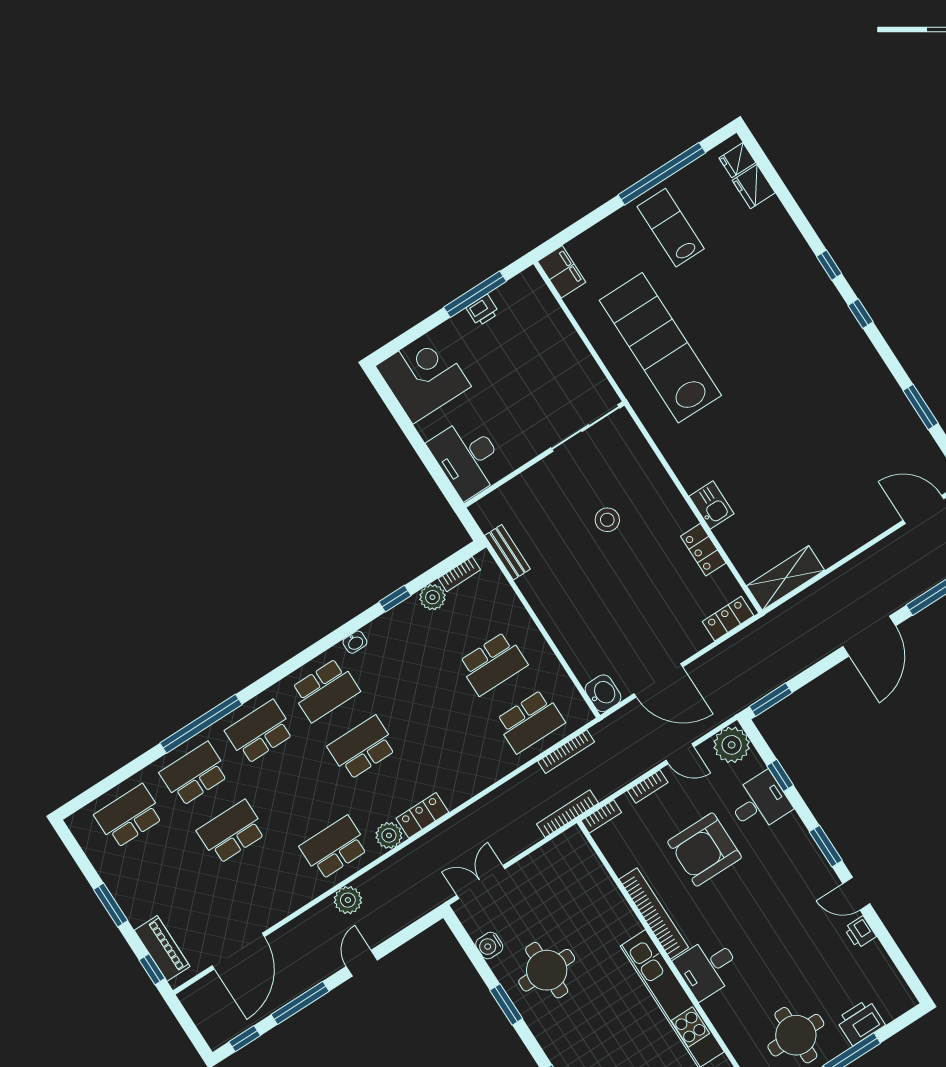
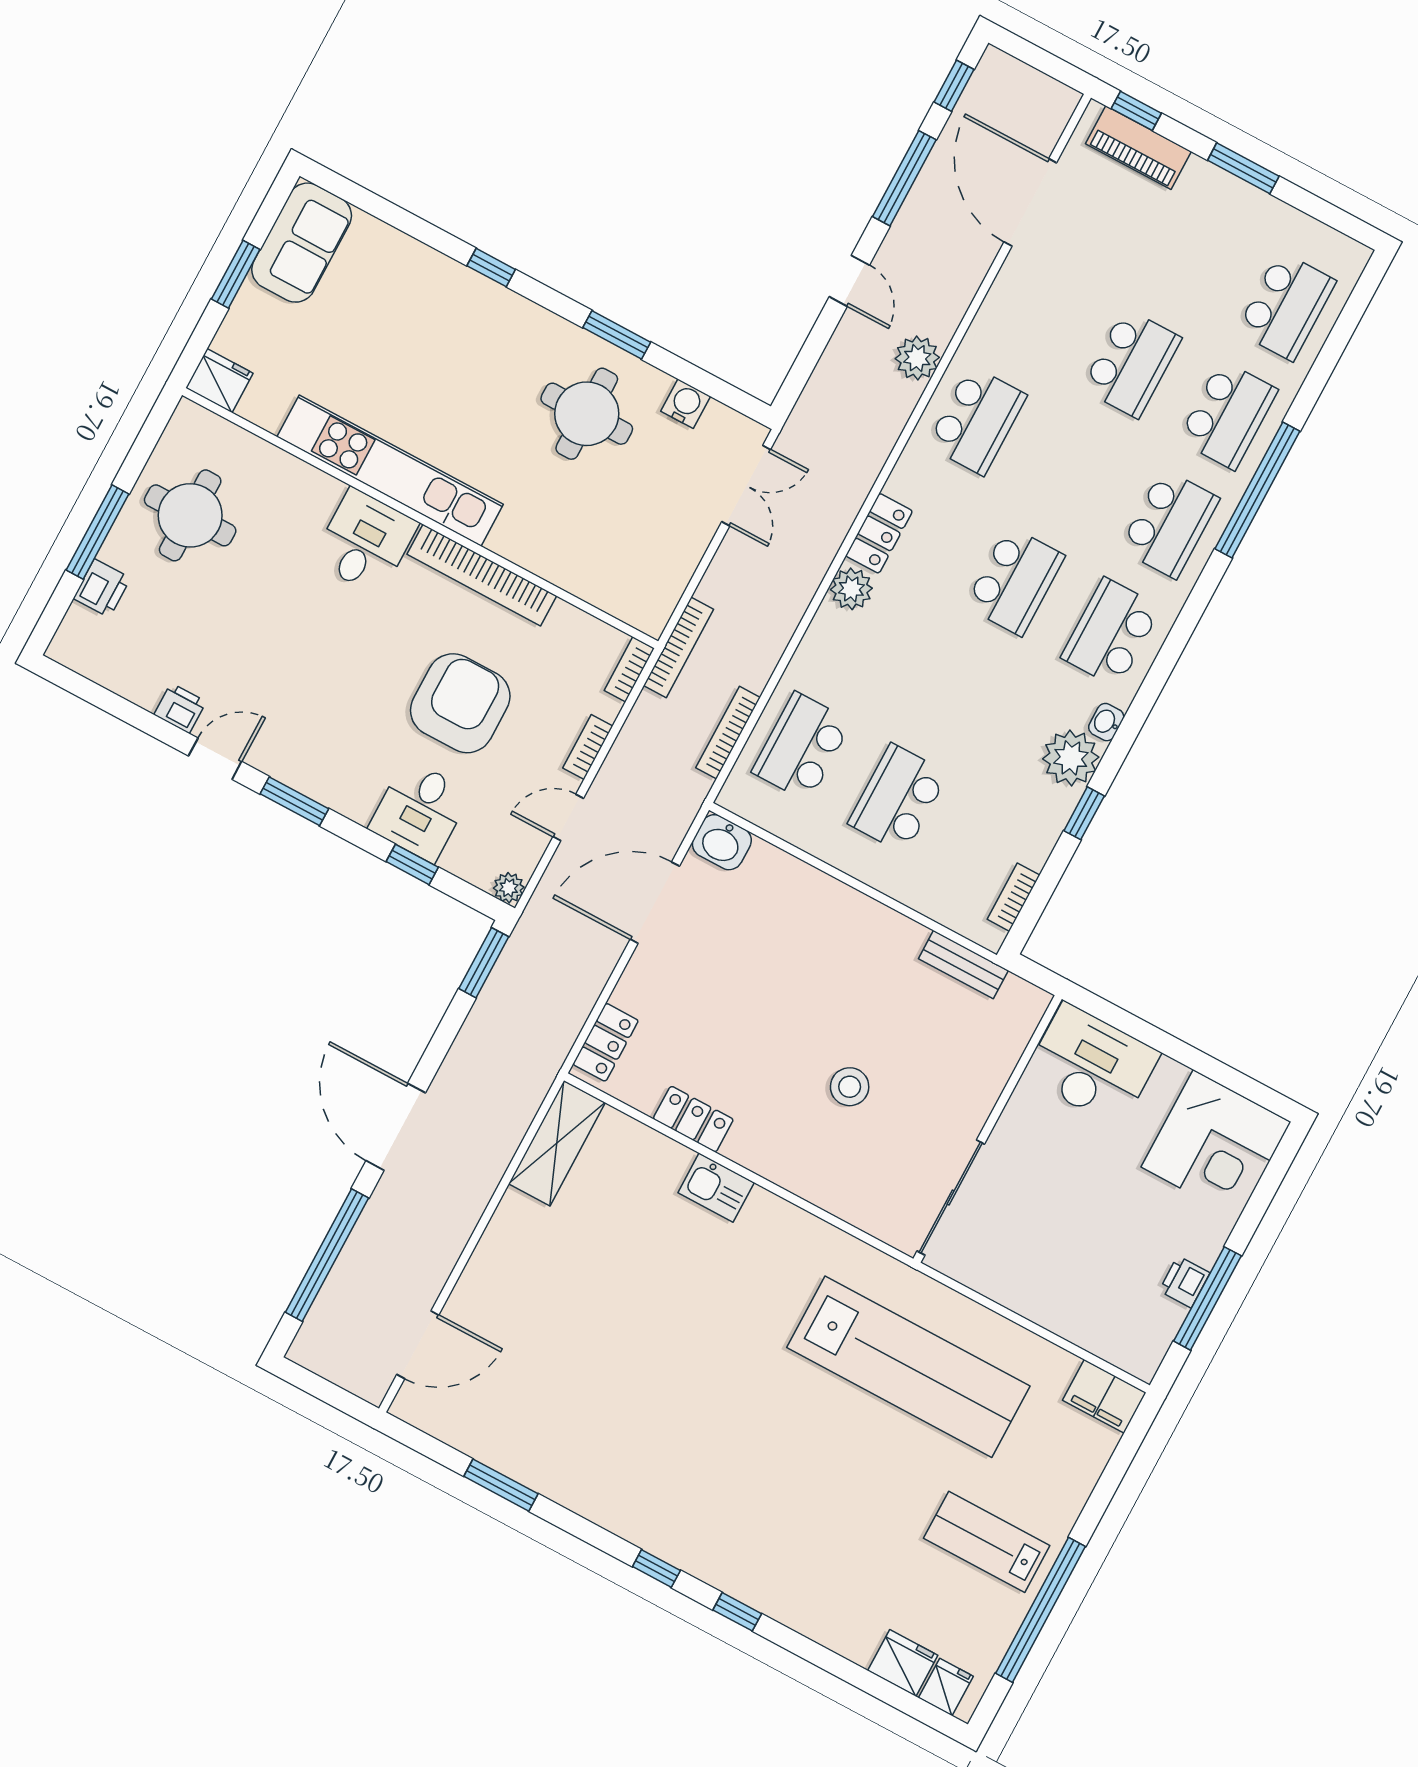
lab bench: (671, 228) -> (987, 1542), turned 180
plant: (432, 597) -> (1071, 758), moved, width x1.36, depth x1.36
plant: (732, 745) -> (509, 888), width x0.53, depth x0.53
plant: (389, 835) -> (851, 589), moved
printer: (861, 1022) -> (102, 588), width x0.73, depth x0.81

